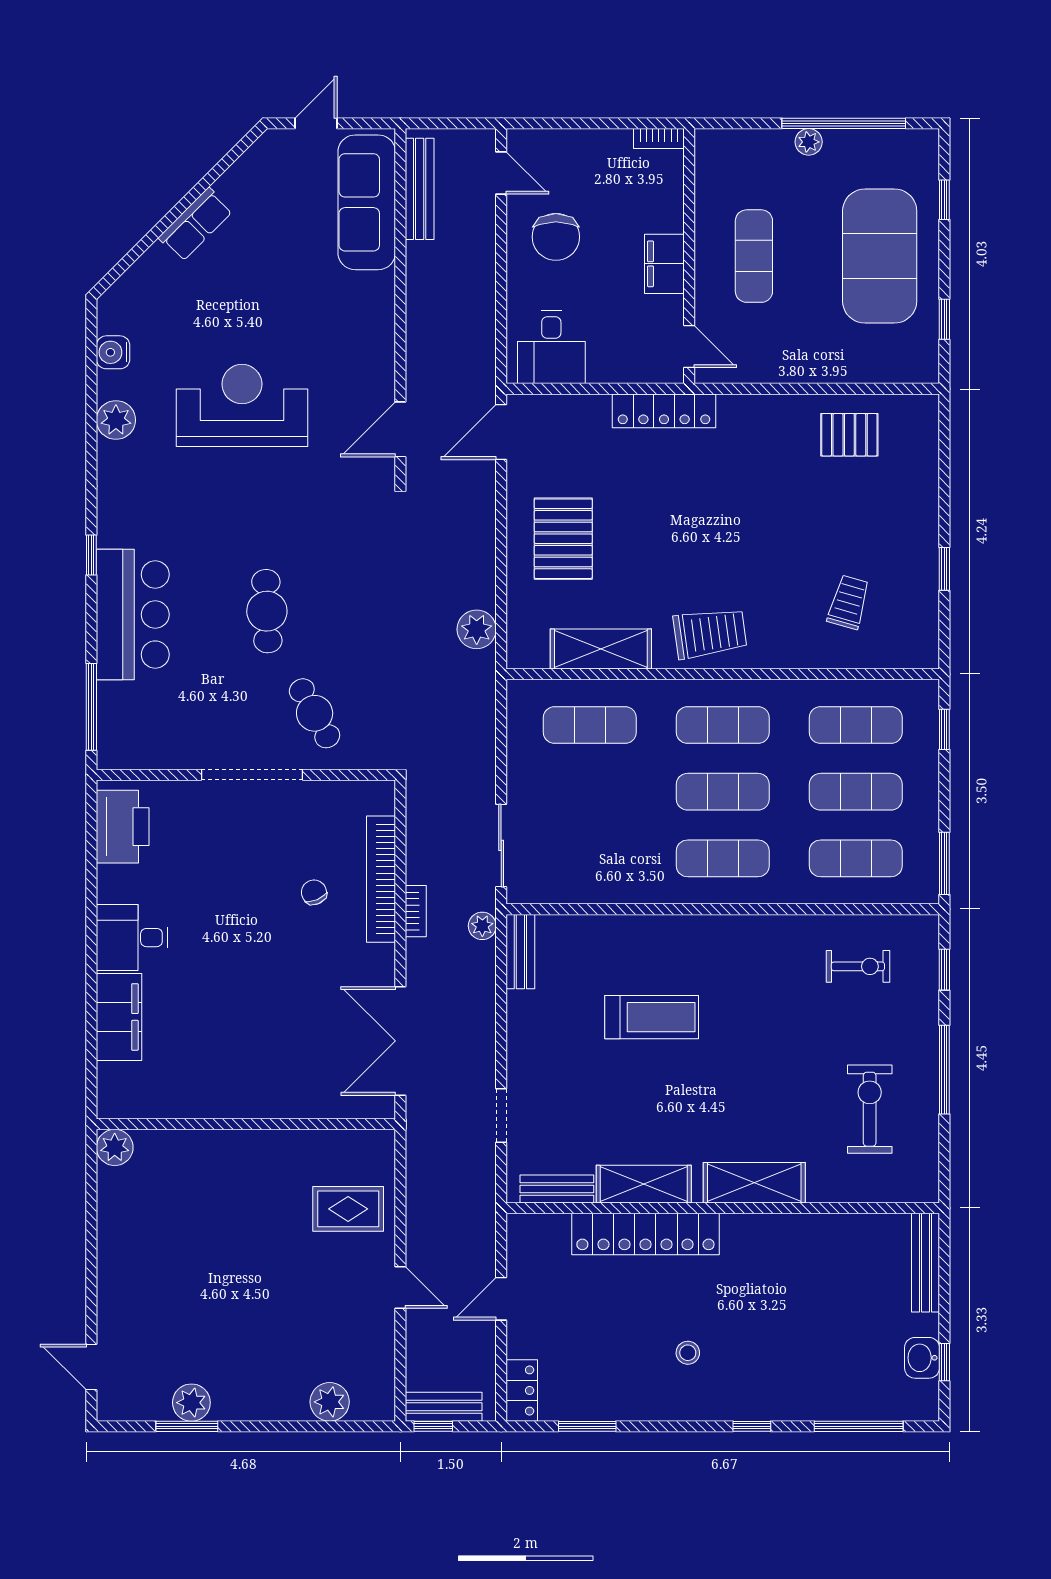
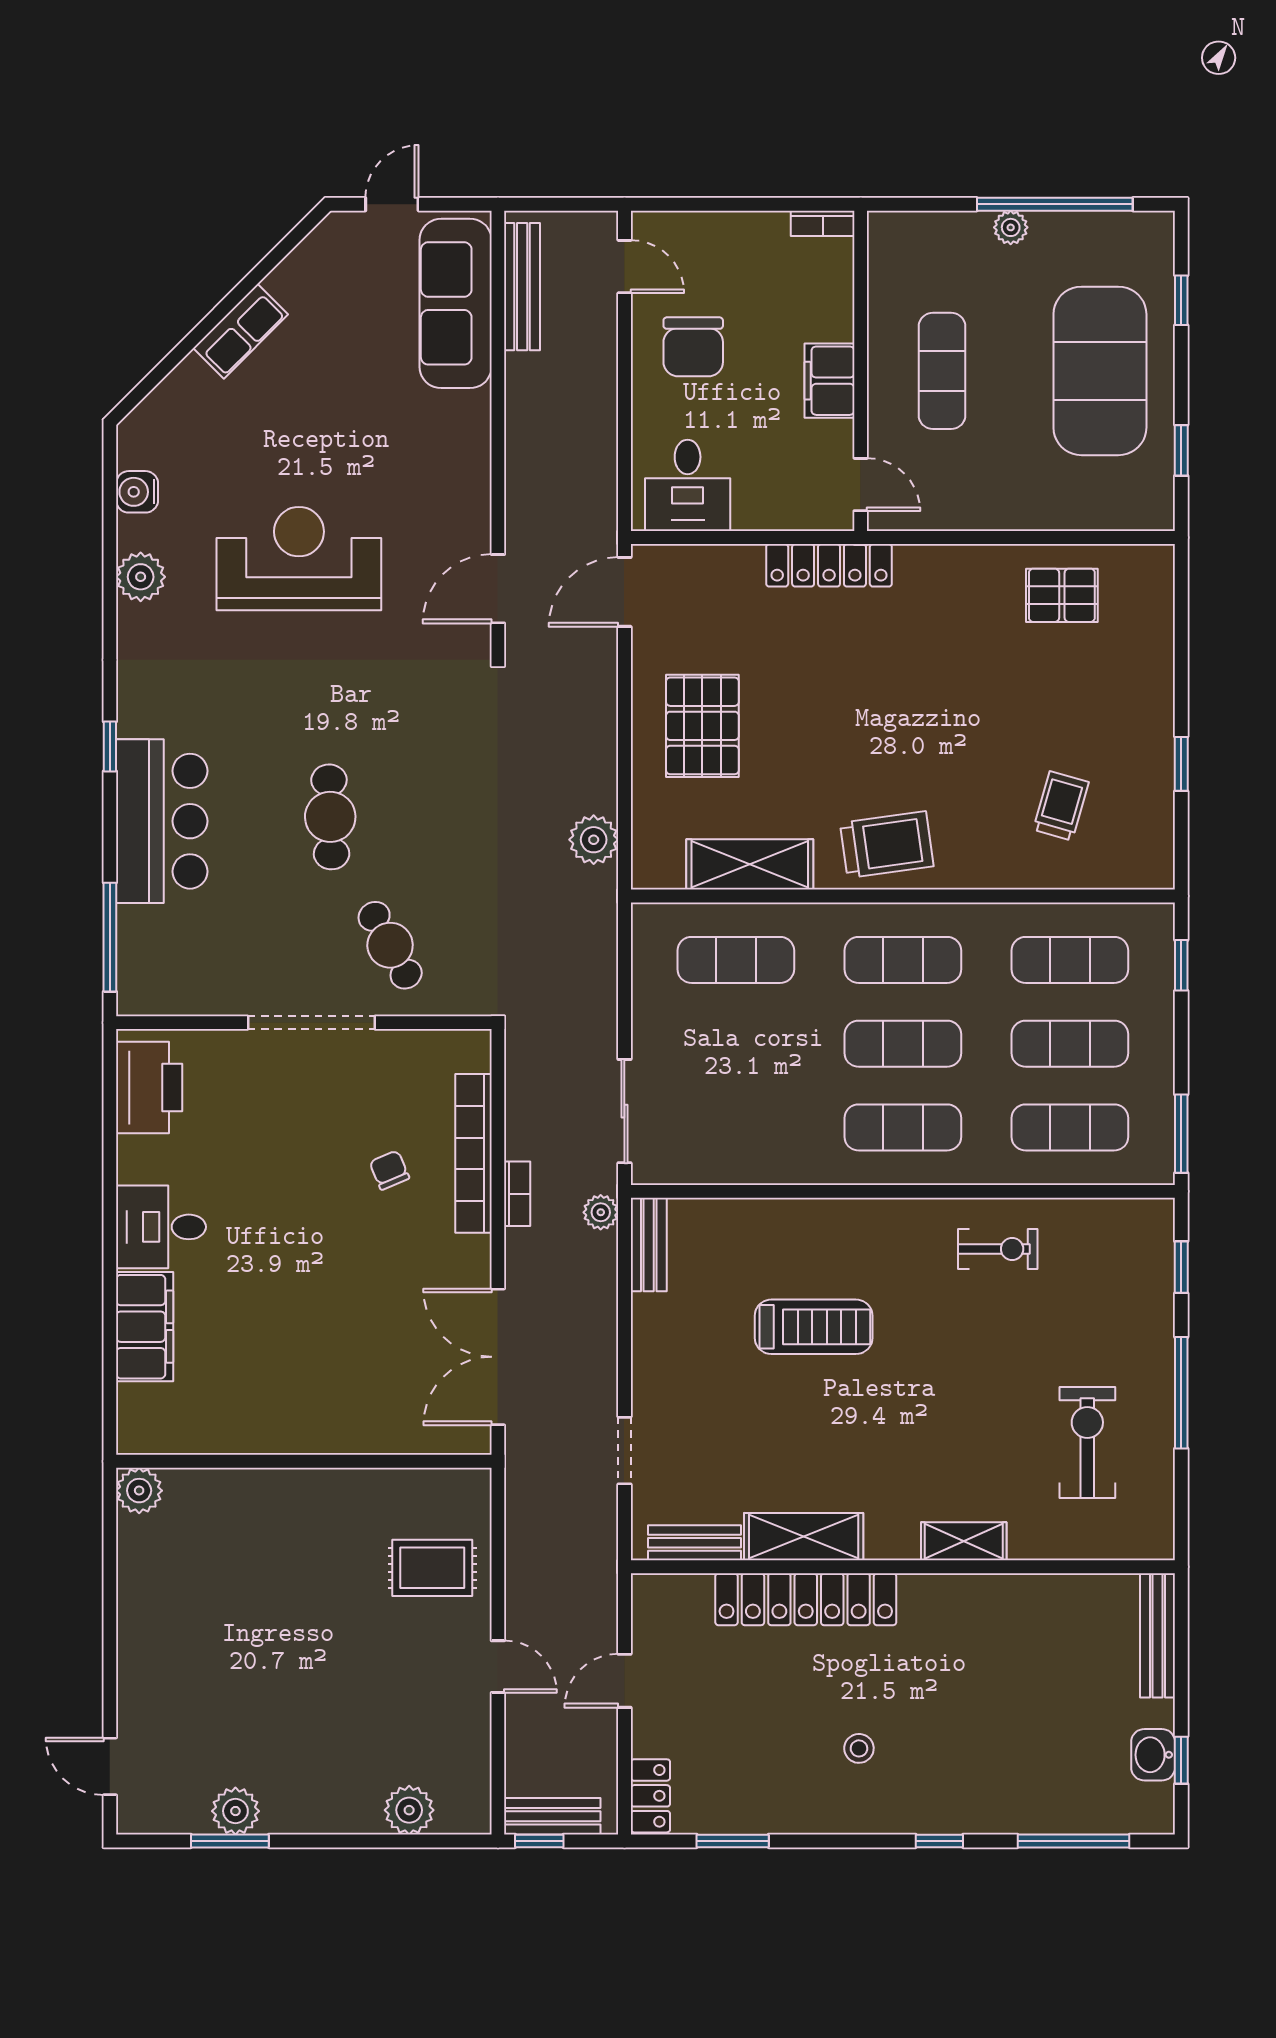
exercise bike: (858, 966) -> (998, 1249), moved
shelving: (754, 1183) -> (964, 1541), width x0.67, depth x0.75

